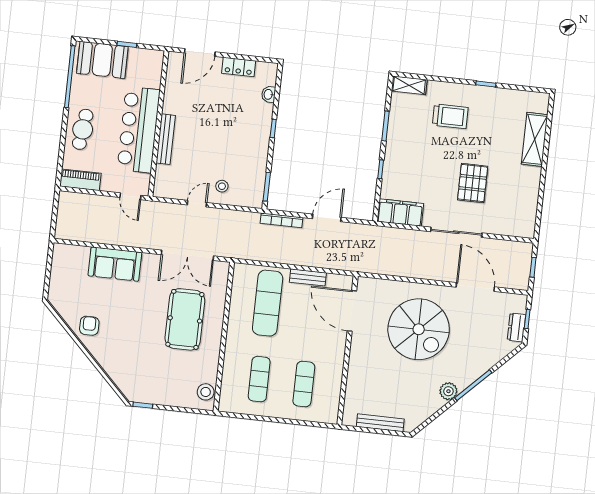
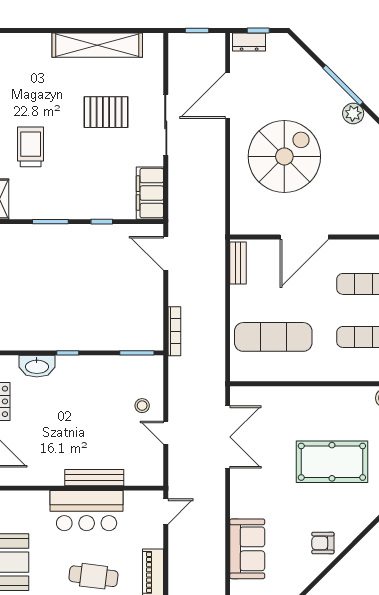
washbasin: (269, 94) -> (37, 366), width x1.91, depth x1.45
bar counter: (139, 130) -> (87, 511), width x0.73
shelving: (535, 139) -> (97, 45), moved, width x1.47
door: (327, 218) -> (166, 253), moved
sofa: (115, 264) -> (247, 549), moved
bench: (308, 277) -> (238, 263), moved
door: (352, 311) -> (304, 237), moved
pool table: (185, 319) -> (332, 462), moved
dresser: (516, 327) -> (249, 42), moved

